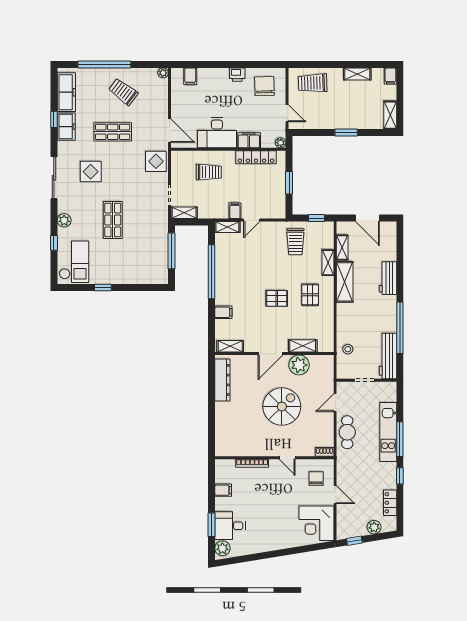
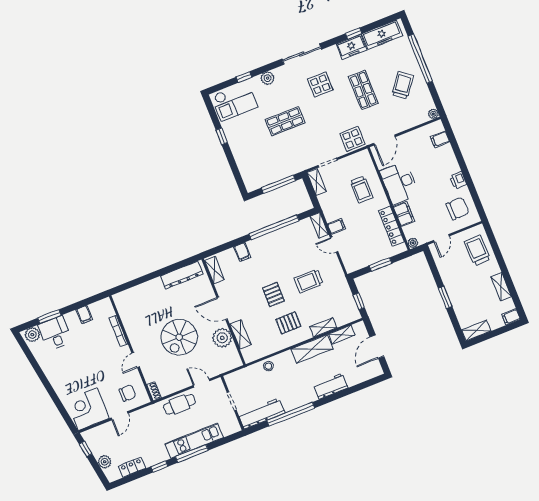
trolley: (295, 242) -> (309, 281), moved
stool: (348, 349) -> (268, 366), moved
spiral stairs: (282, 407) -> (179, 337), turned 90

